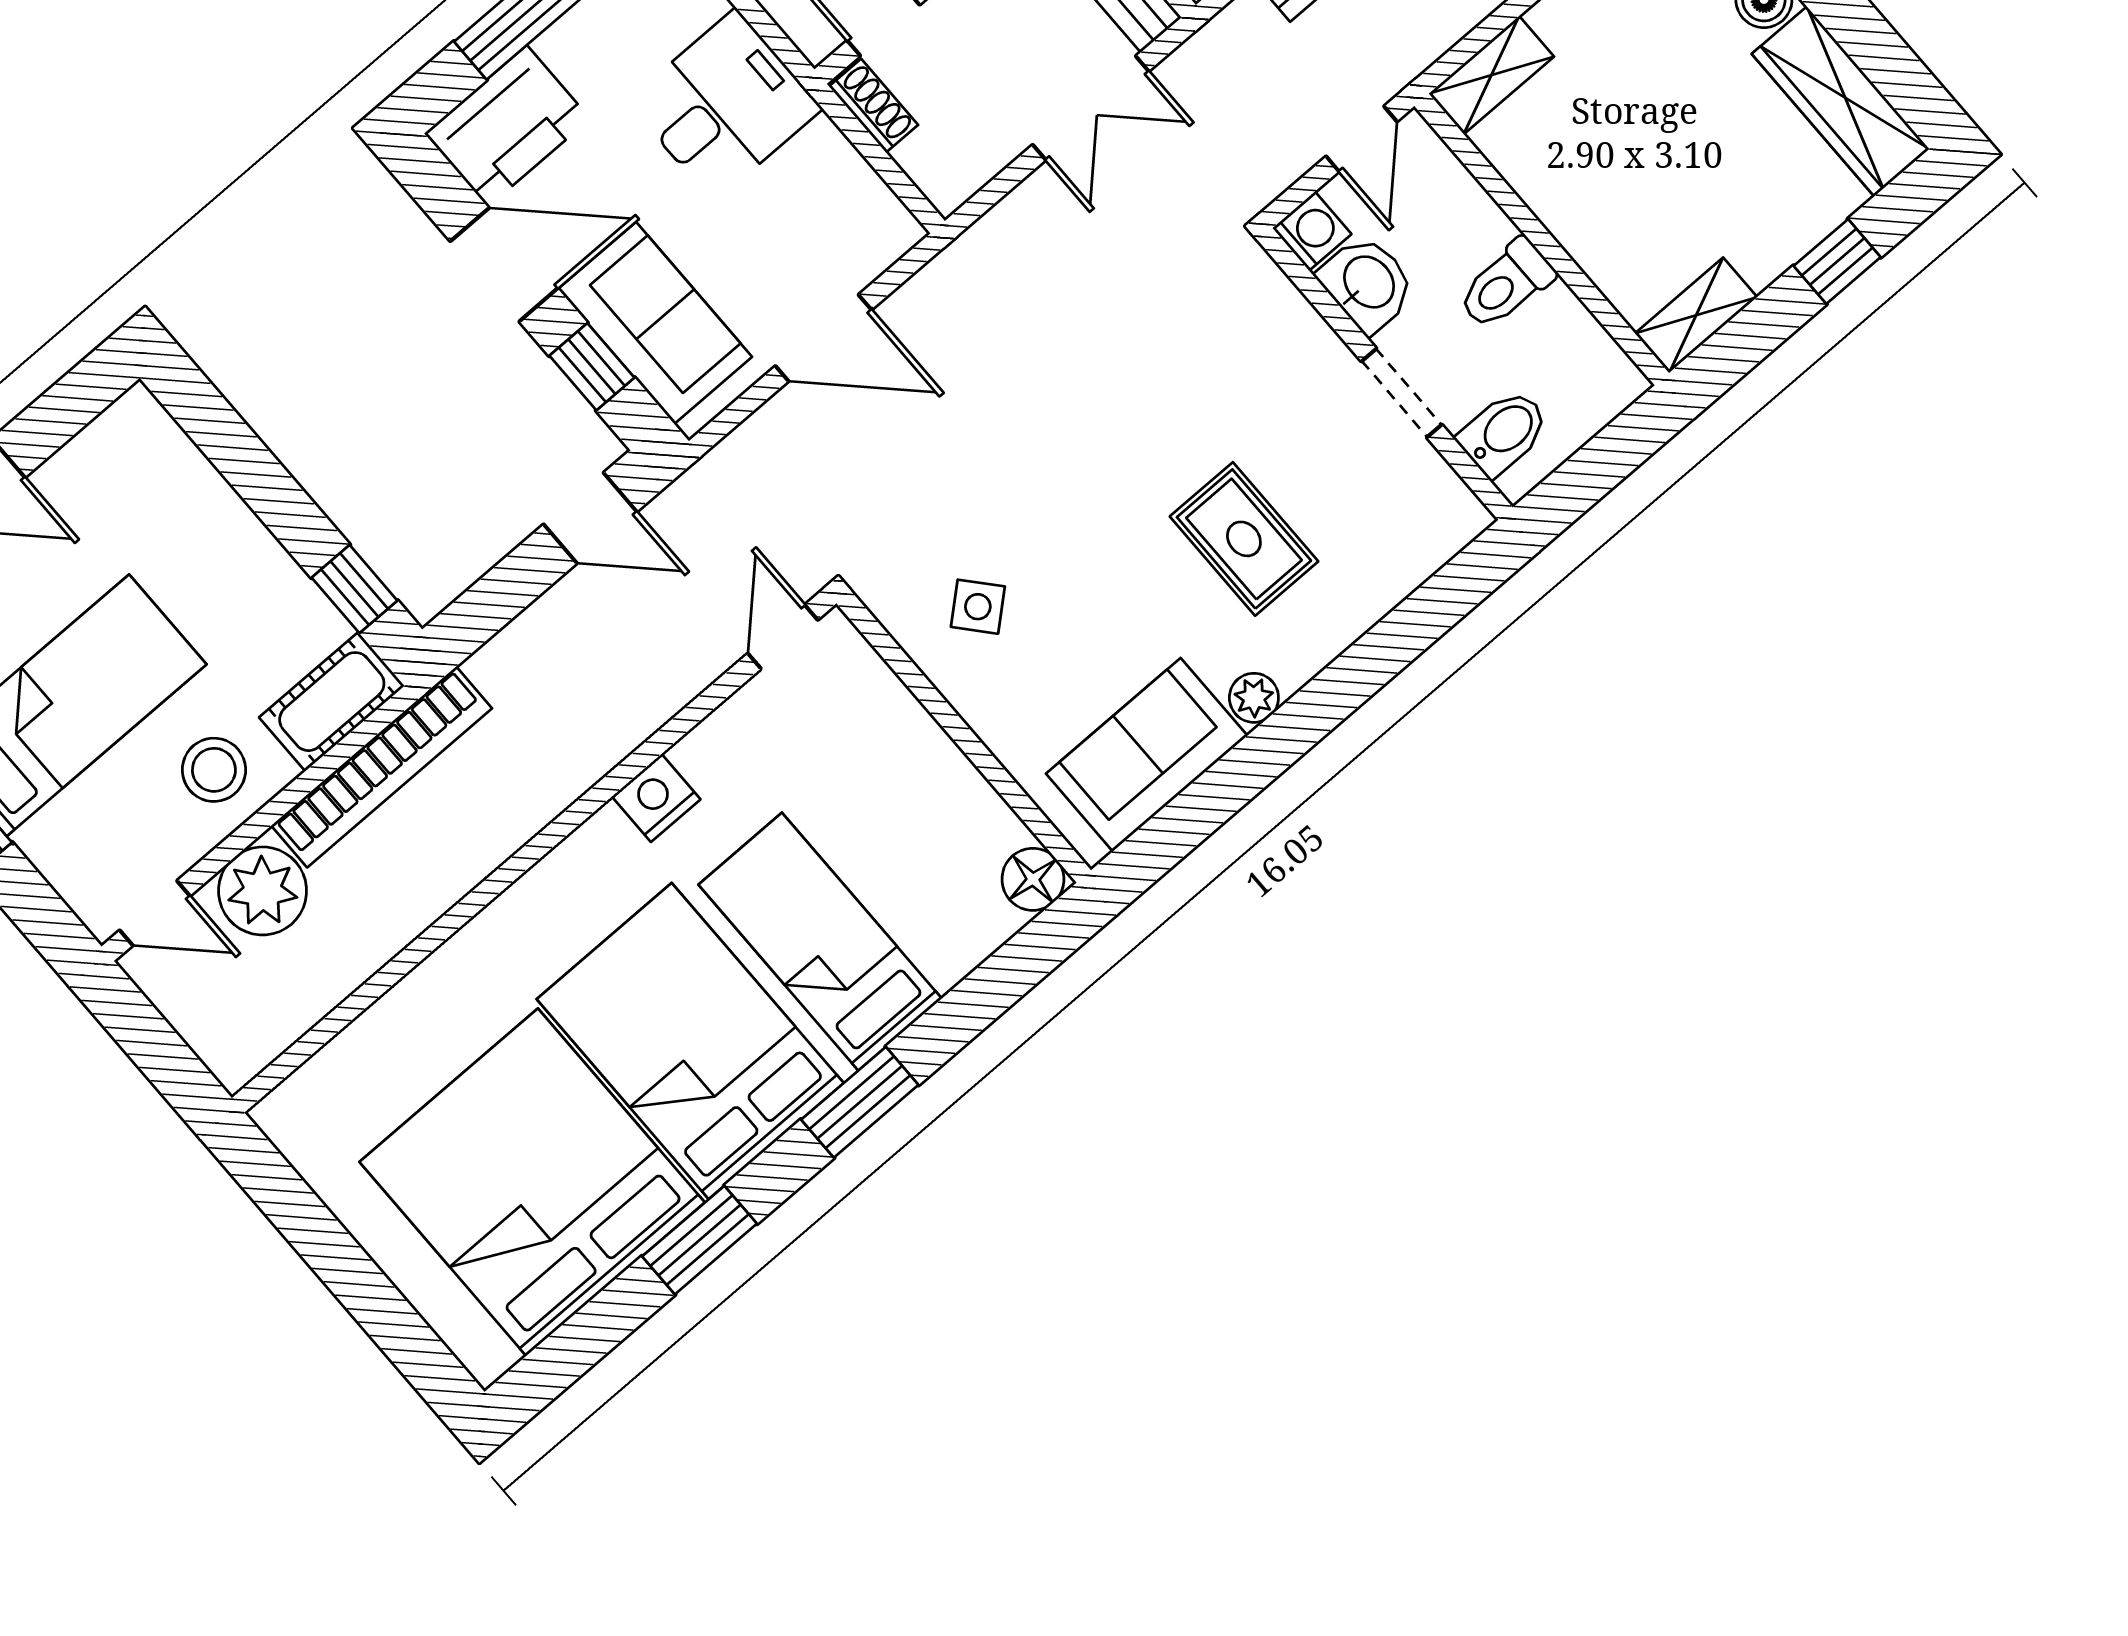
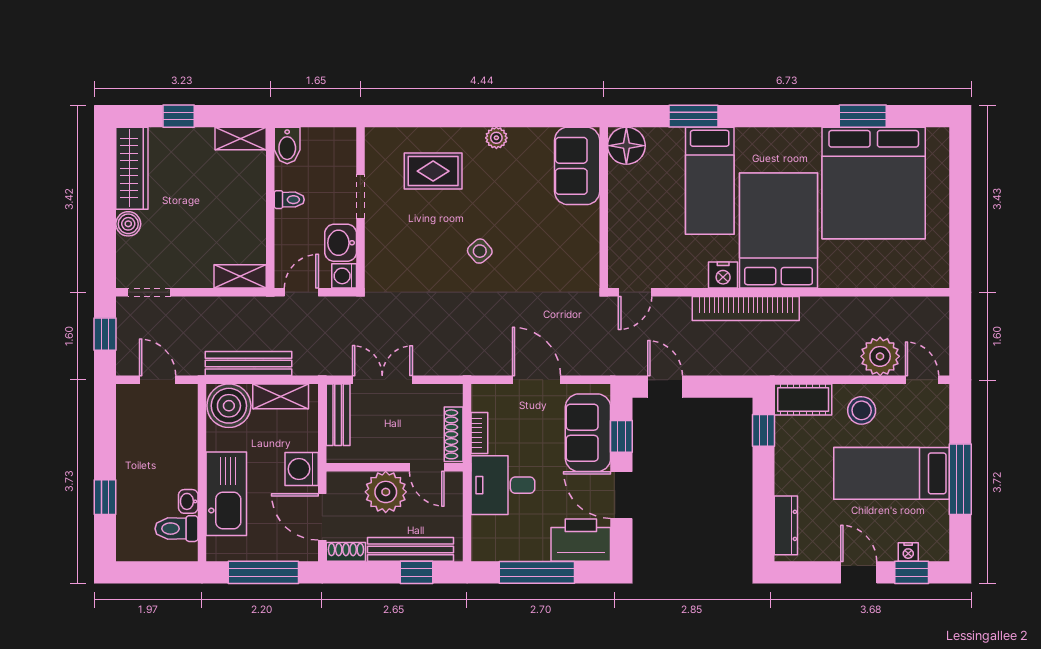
shoe rack: (873, 106) -> (454, 434), width x1.43
bookcase: (843, 161) -> (479, 433), added
toilet: (1506, 284) -> (289, 200), width x0.73, depth x0.72
bidet: (1504, 433) -> (287, 145), moved, turned -90
dresser: (174, 458) -> (786, 525), added
rug: (1244, 539) -> (433, 171), moved, turned 90
side table: (978, 607) -> (480, 251), moved
sofa: (1147, 755) -> (577, 166), moved, turned 90
bookcase: (382, 767) -> (746, 309), moved, turned 180
floor lamp: (1033, 879) -> (626, 146), width x1.38, depth x1.38
bed: (690, 1041) -> (778, 231), moved, turned 180
window: (860, 1102) -> (693, 116), moved
window: (700, 1240) -> (863, 116), moved

